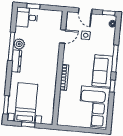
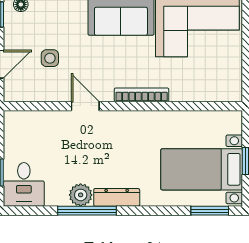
door: (63, 36) -> (85, 106), moved

